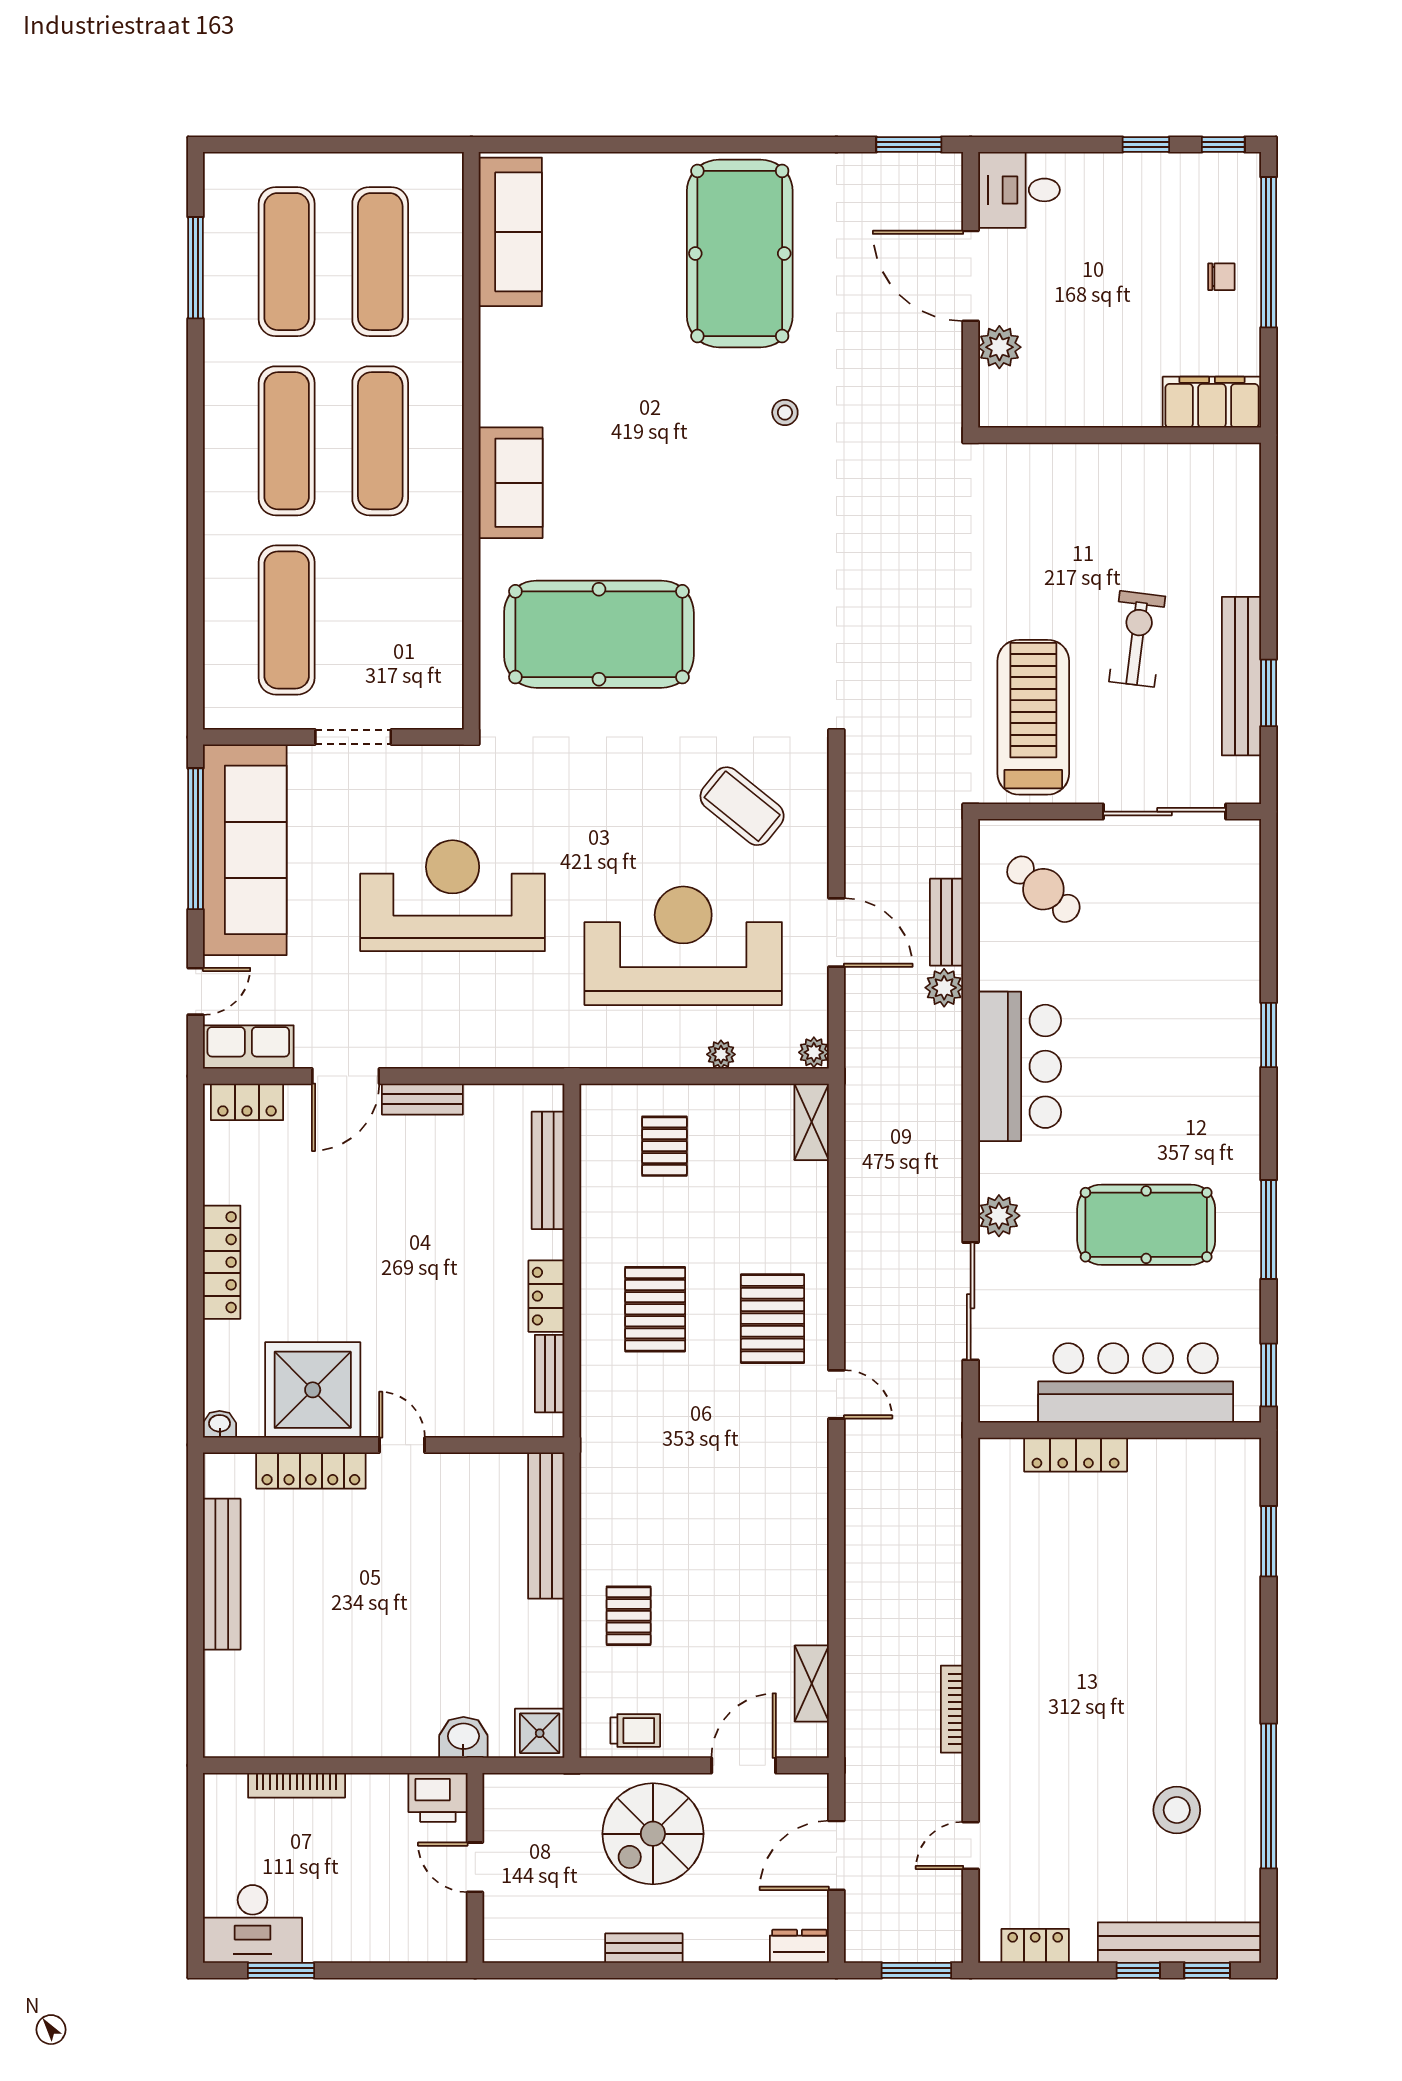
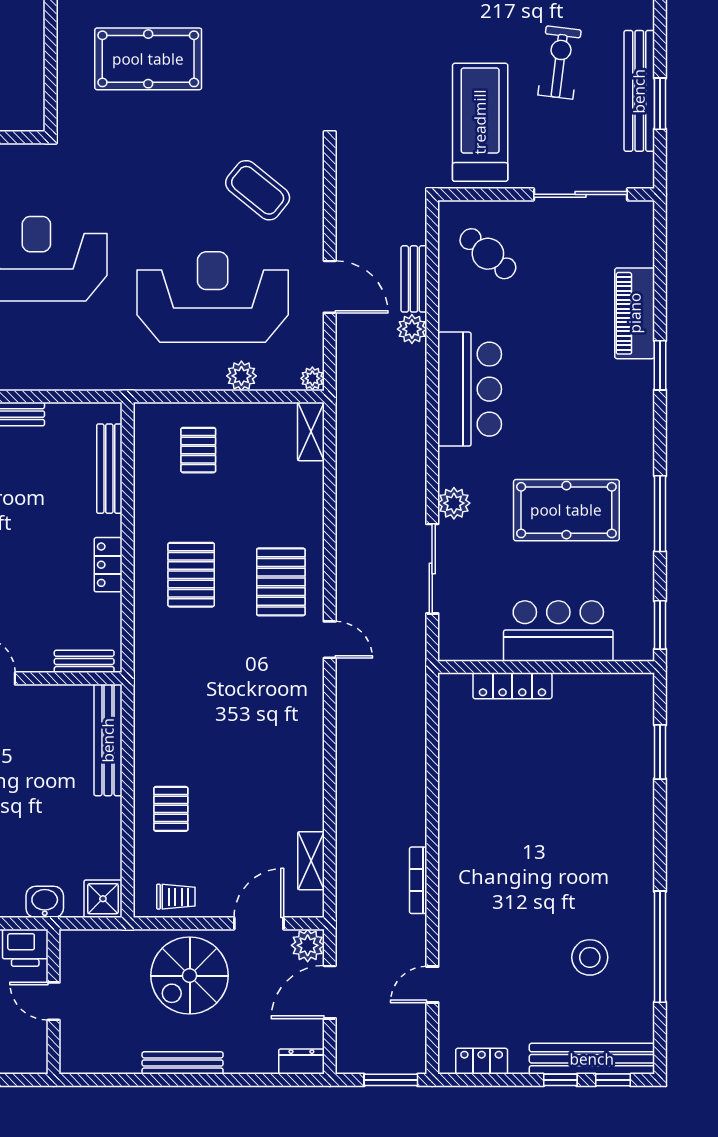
pool table: (599, 634) -> (148, 59), width x0.73, depth x0.76
piano: (1235, 967) -> (635, 313), added
plant: (721, 1054) -> (241, 376), width x1.38, depth x1.38
bench: (550, 1374) -> (84, 661), moved, turned 90
bar counter: (1136, 1383) -> (558, 631), width x0.73
plant: (808, 1794) -> (308, 945), added
bench: (644, 1948) -> (183, 1063), width x1.36

